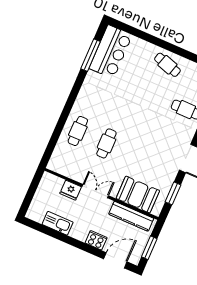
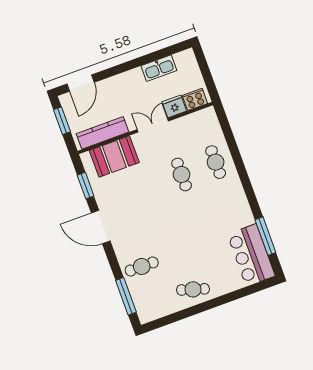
double door: (95, 191) -> (153, 125), swing flipped
cooker: (96, 240) -> (195, 99), moved, turned 180

